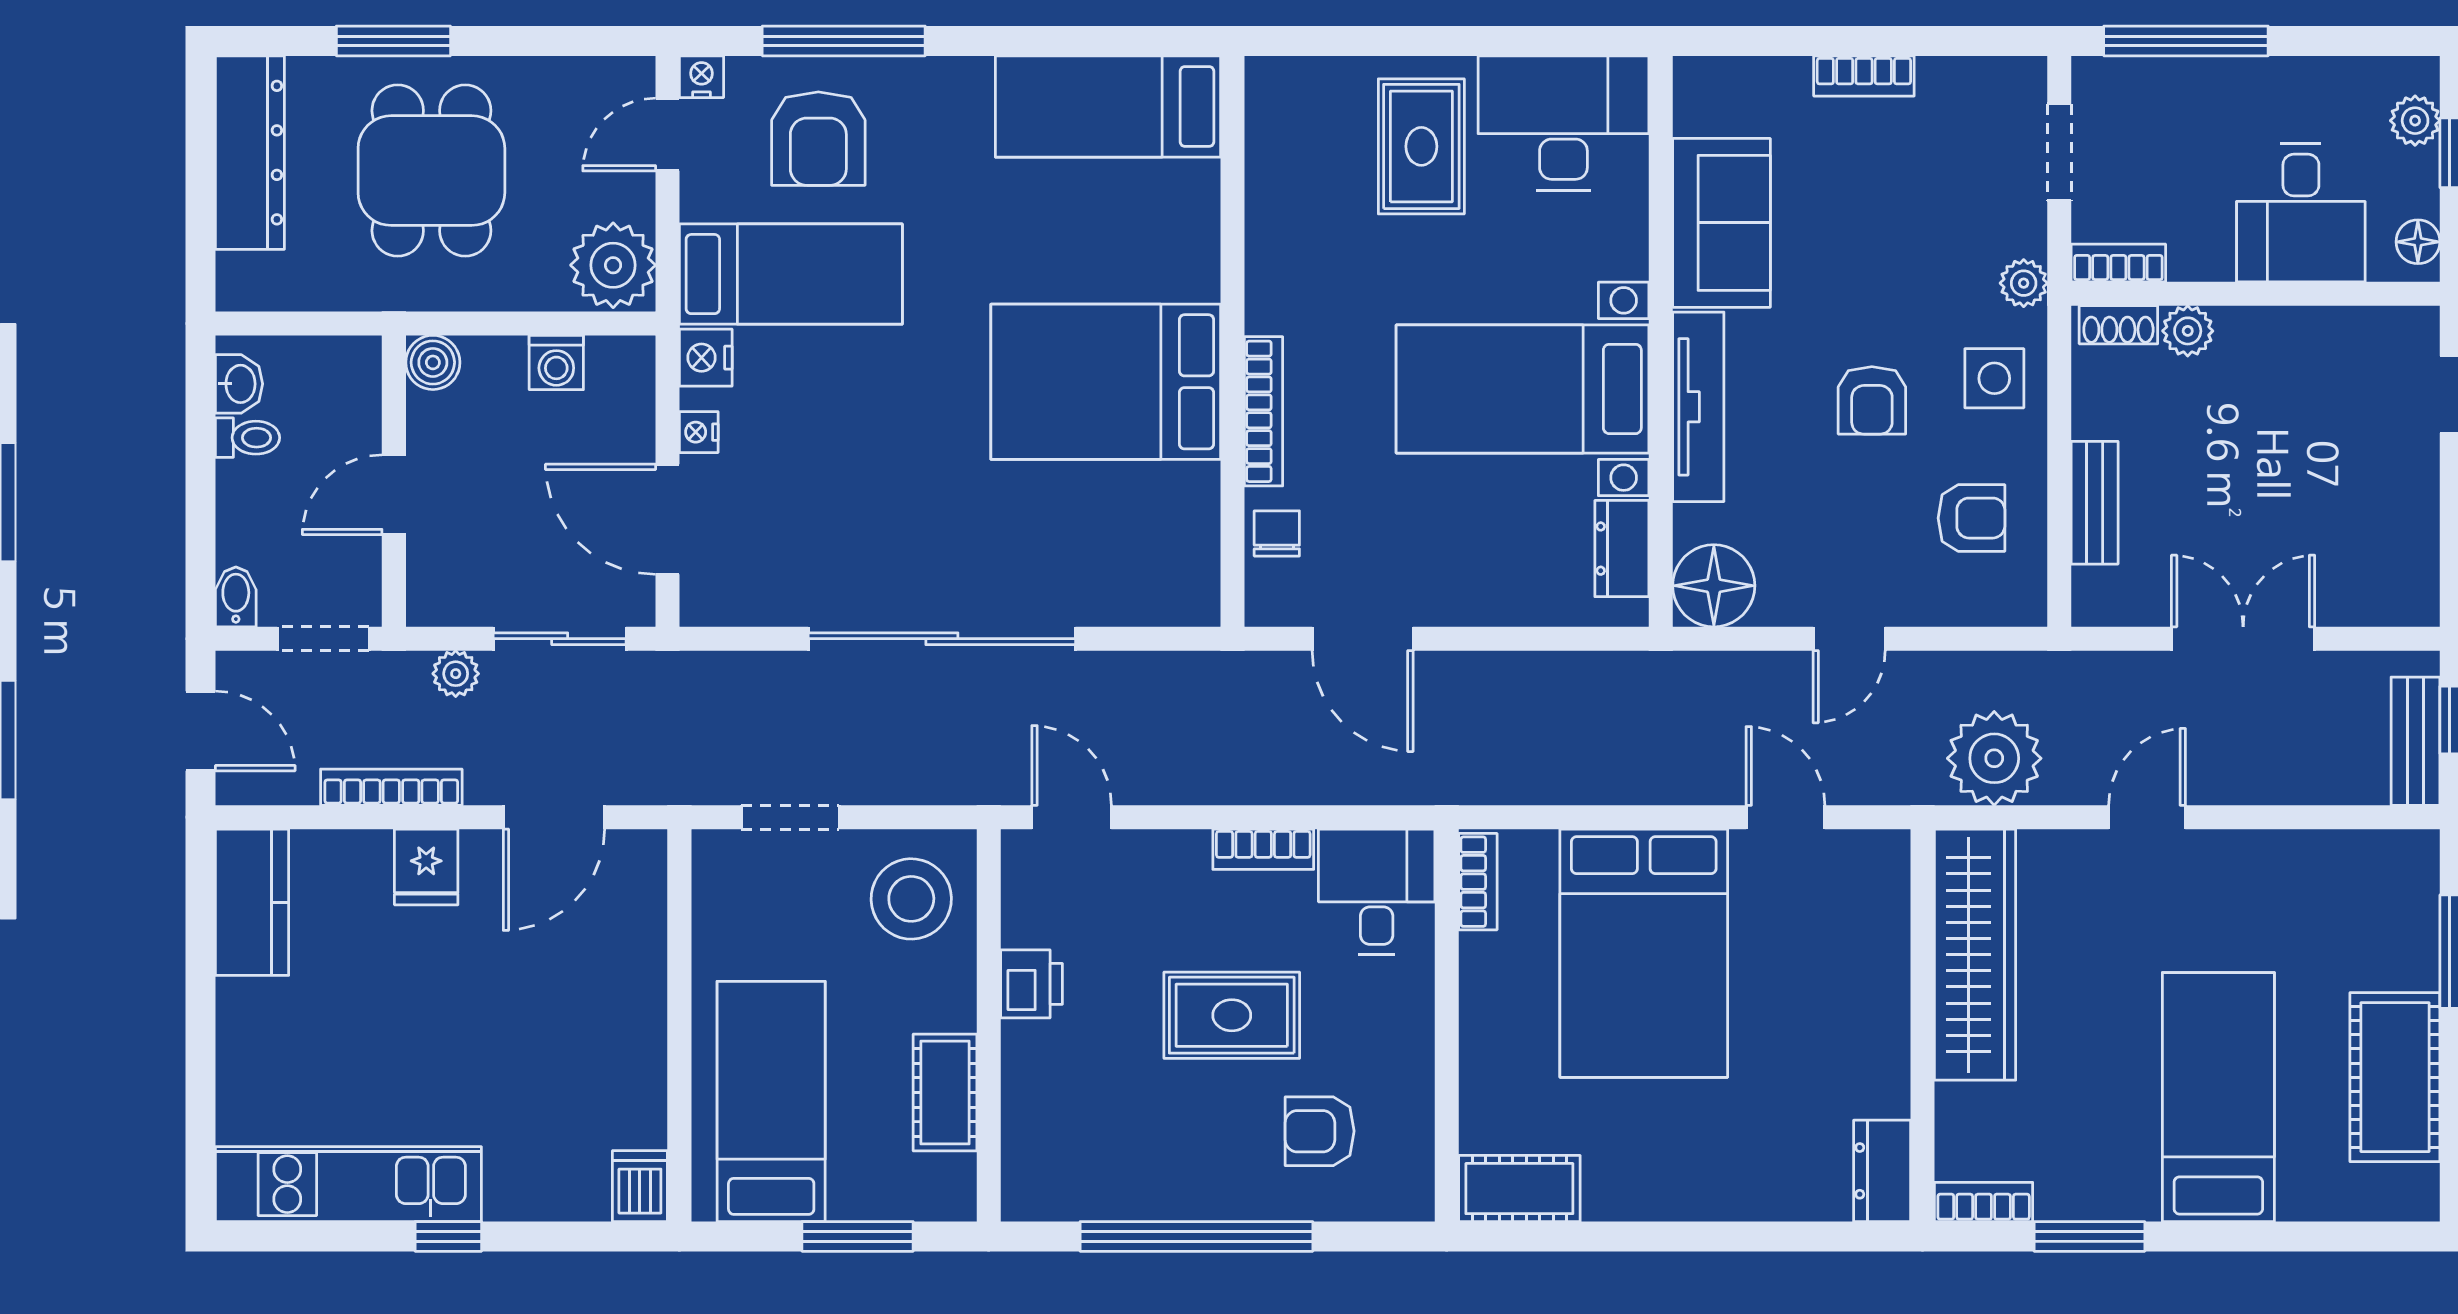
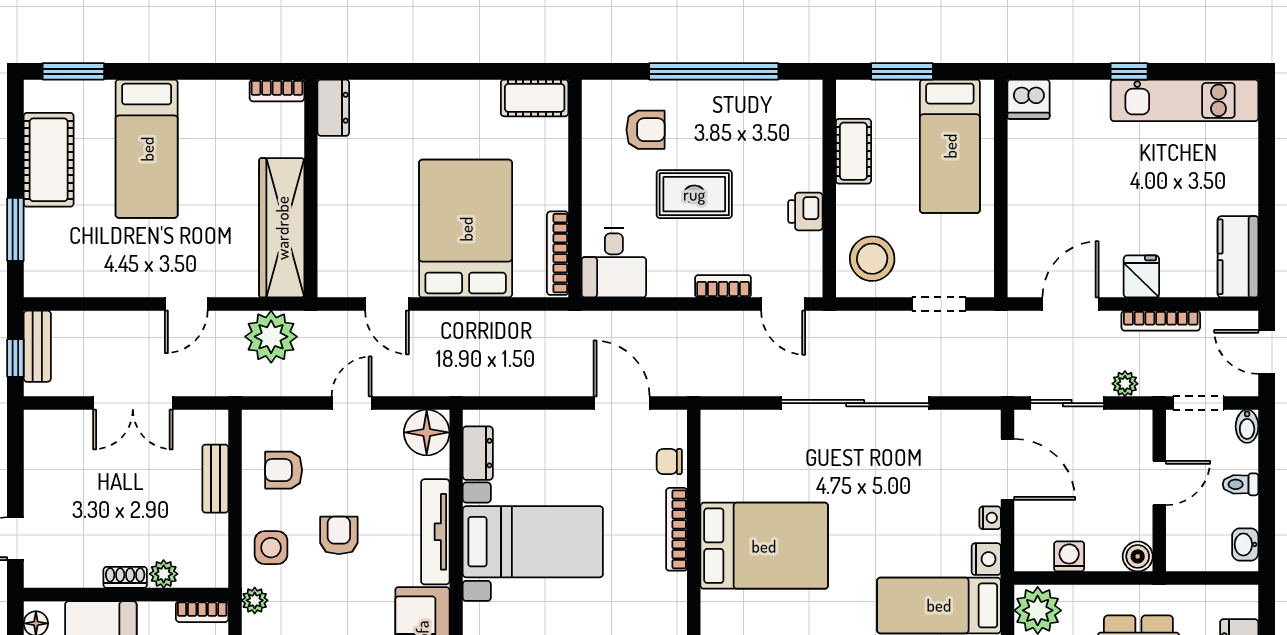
shoe rack: (2118, 325) -> (125, 577), moved
toilet: (248, 438) -> (1241, 484), moved
chair: (1277, 533) -> (669, 462), turned 90
bookcase: (1263, 849) -> (723, 286), moved
bookcase: (1478, 882) -> (558, 253), width x1.56
dishwasher: (640, 1186) -> (1029, 99), width x1.38
window: (2089, 1236) -> (73, 71), moved

